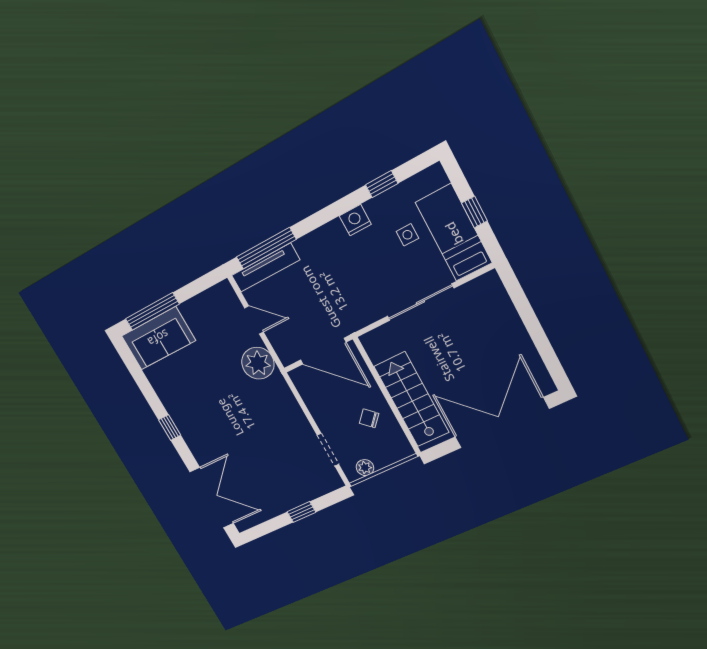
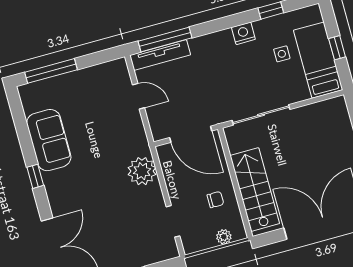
sliding door: (420, 302) -> (261, 115), moved
sofa: (158, 338) -> (49, 140), moved, turned -90
plant: (258, 363) -> (142, 171), moved
chair: (369, 418) -> (215, 200), turned 137
plant: (365, 468) -> (224, 237), moved

